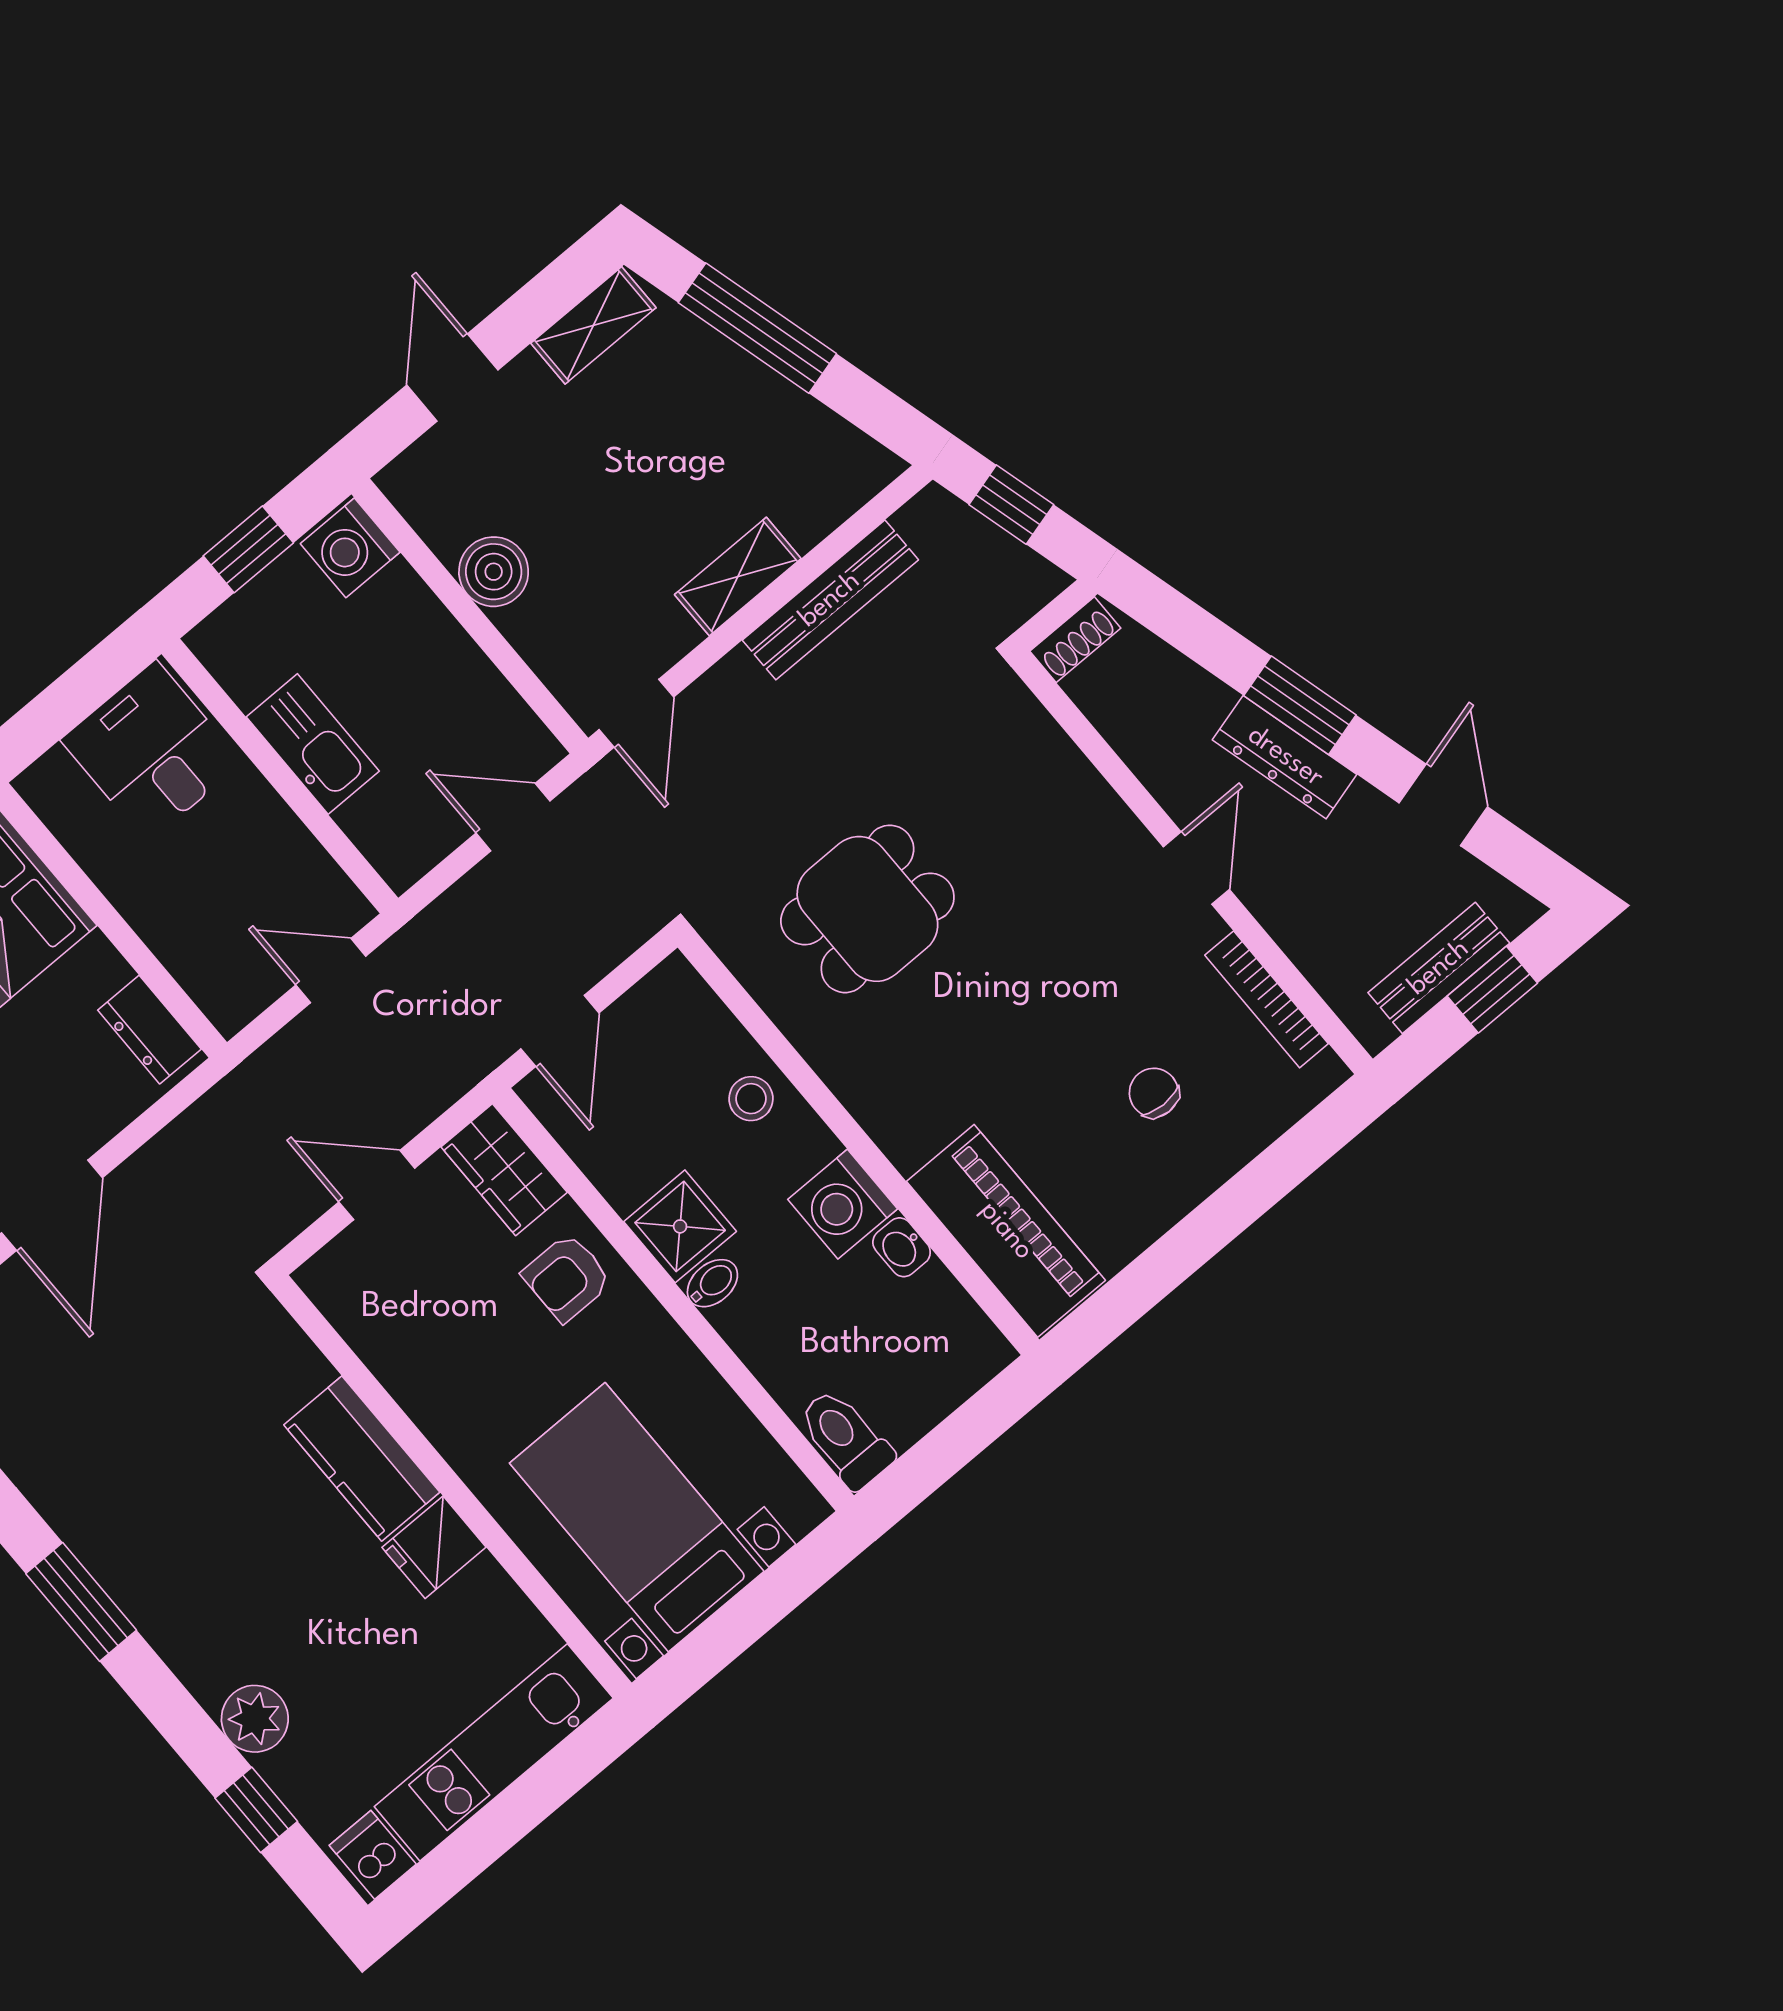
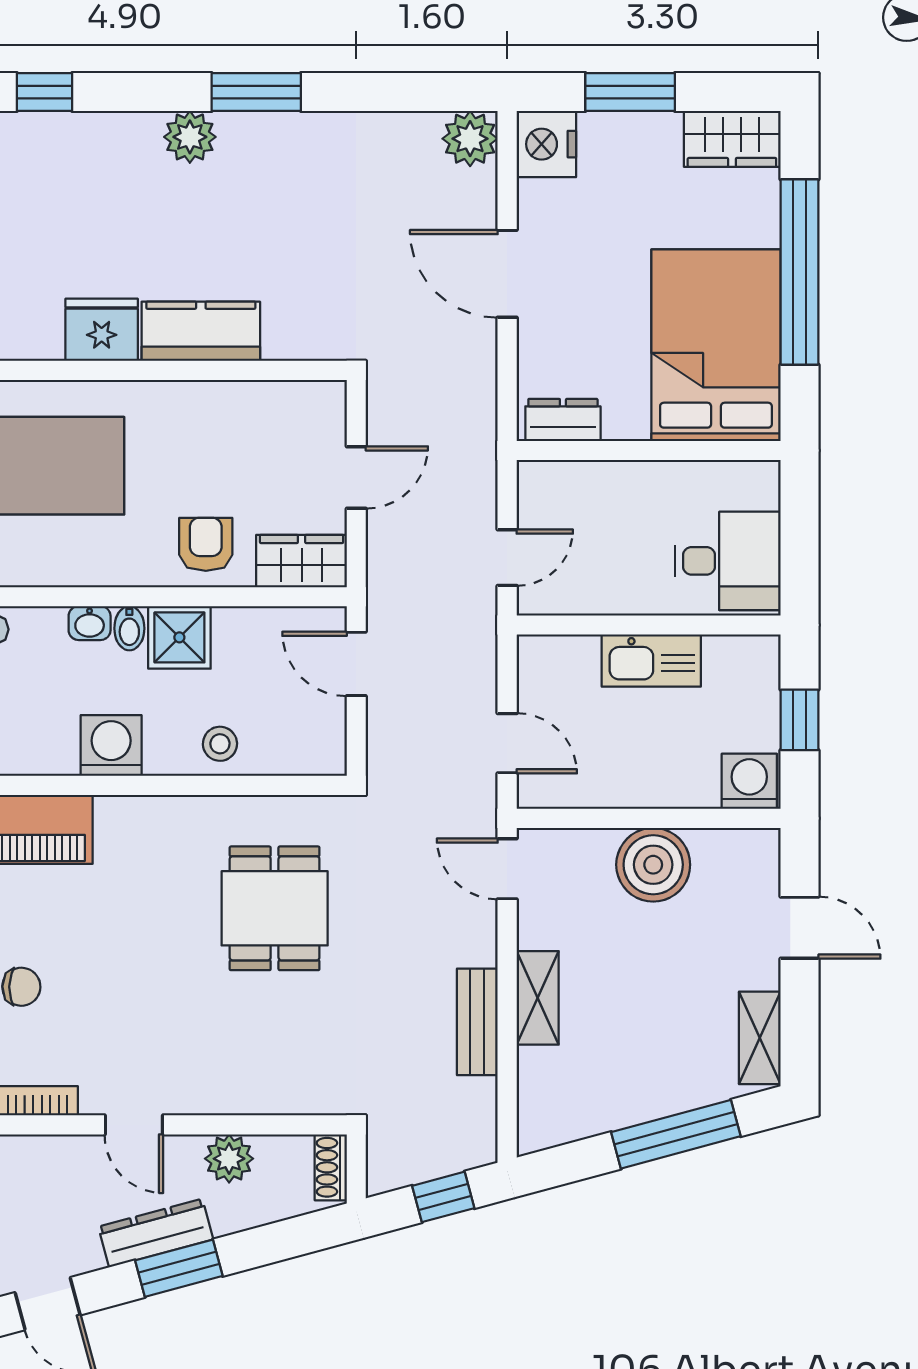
boiler: (494, 572) -> (653, 865), width x1.37, depth x1.37
bench: (830, 600) -> (477, 1022), width x0.73
plant: (1151, 747) -> (229, 1159), added
door: (513, 817) -> (507, 743), hinge flipped
washbasin: (902, 1247) -> (90, 623), moved, turned 180
fridge: (434, 1547) -> (102, 330), width x1.38
plant: (255, 1719) -> (190, 137), moved

